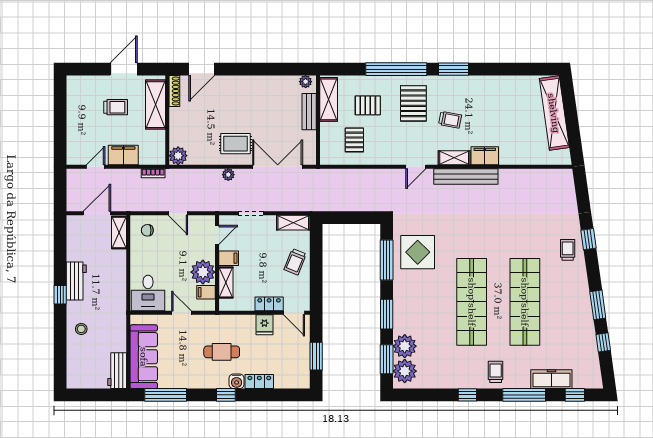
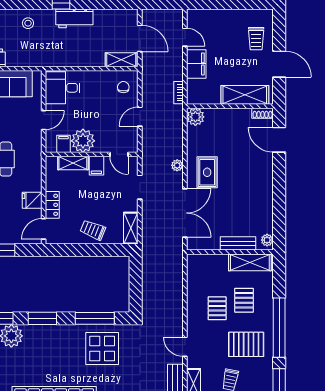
shoe rack: (174, 91) -> (263, 113), width x0.70
trolley: (116, 107) -> (256, 39), moved
pallet: (354, 140) -> (217, 308), moved, turned 90

